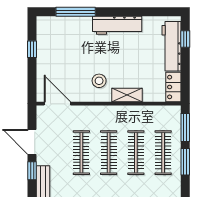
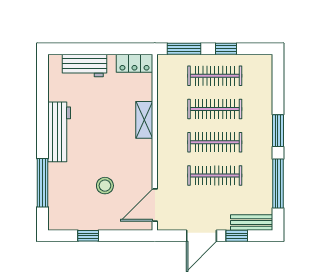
window: (185, 39) -> (76, 49), removed
workbench: (171, 46) -> (85, 65), width x0.73
stool: (99, 81) -> (105, 186), moved
window: (185, 162) -> (226, 49), width x0.67

